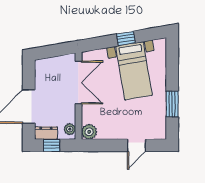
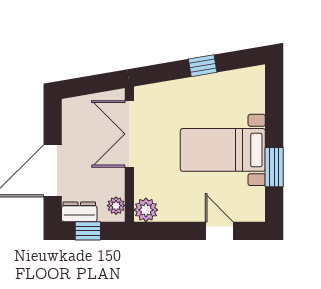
bed with nightstands: (134, 71) -> (223, 150), moved, turned 100
double door: (78, 83) -> (129, 134), swing flipped
door: (137, 145) -> (219, 231), swing flipped

